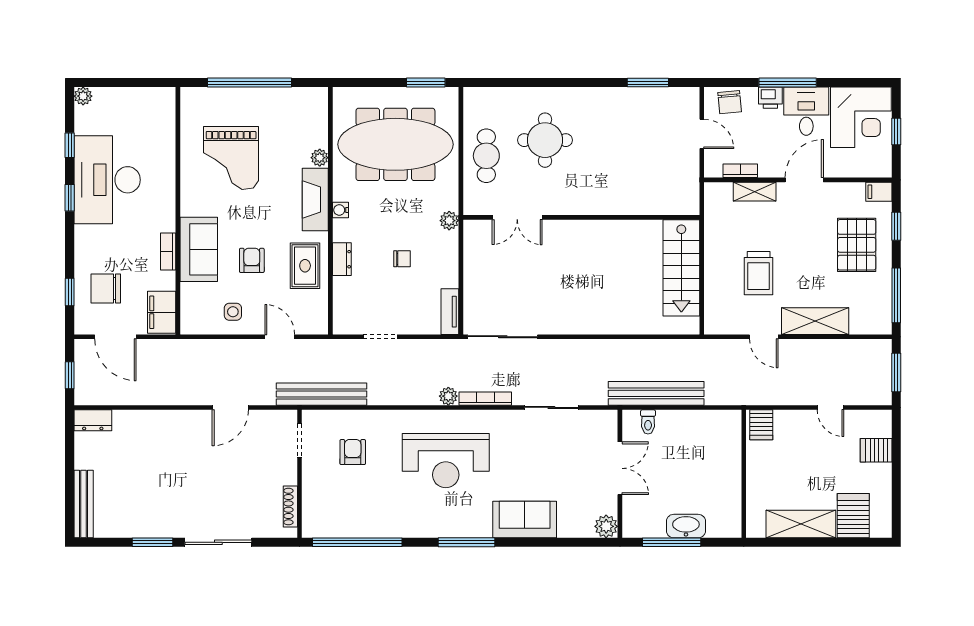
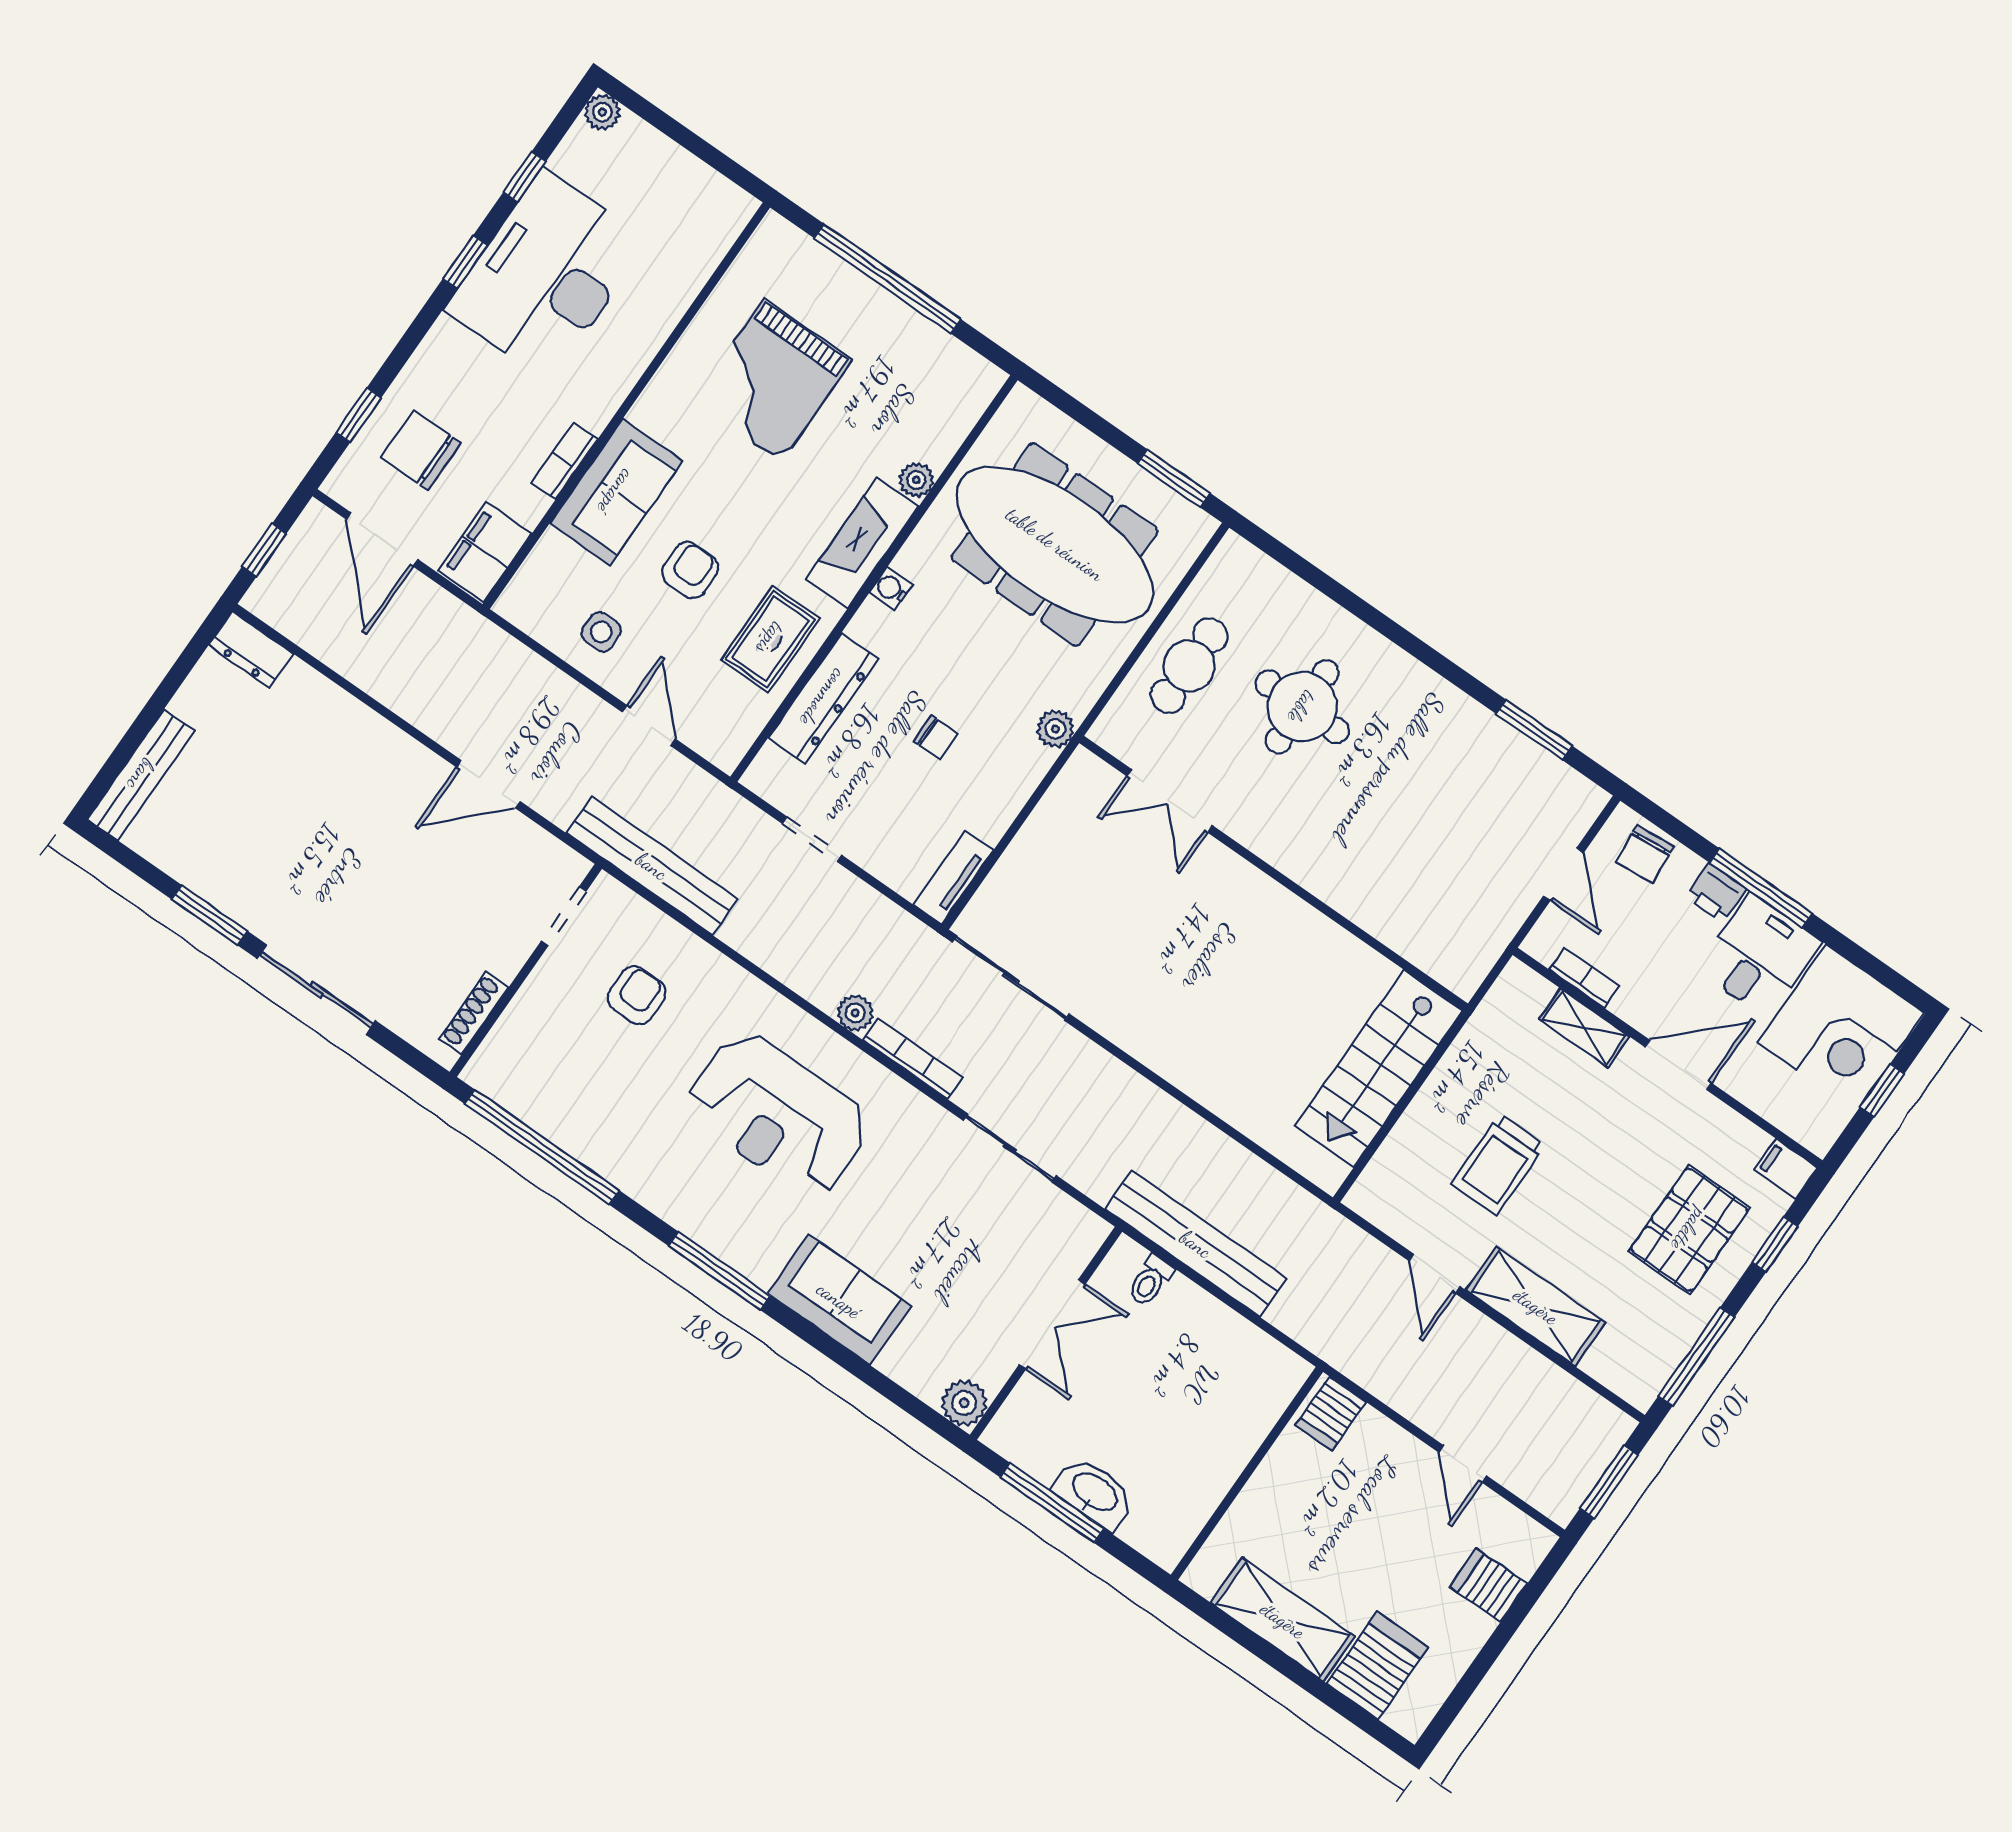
dresser: (342, 259) -> (823, 698), width x1.96, depth x1.24

